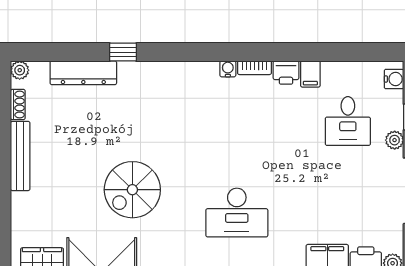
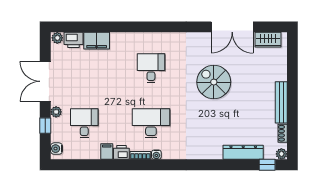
window: (123, 52) -> (267, 165), moved
desk: (237, 121) -> (151, 123), added
spiral stairs: (132, 190) -> (214, 82), turned -90
desk: (237, 213) -> (151, 68), width x0.73

